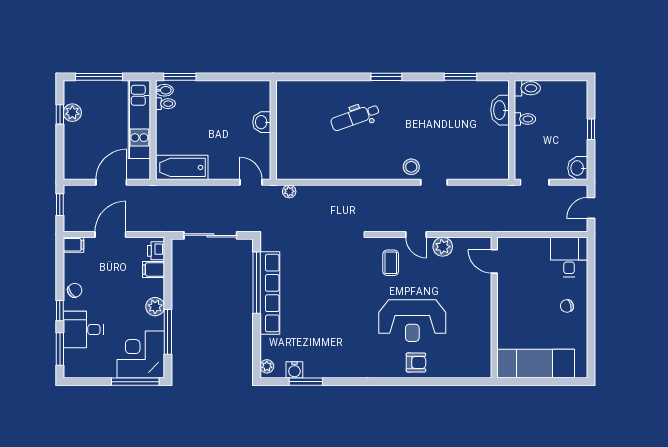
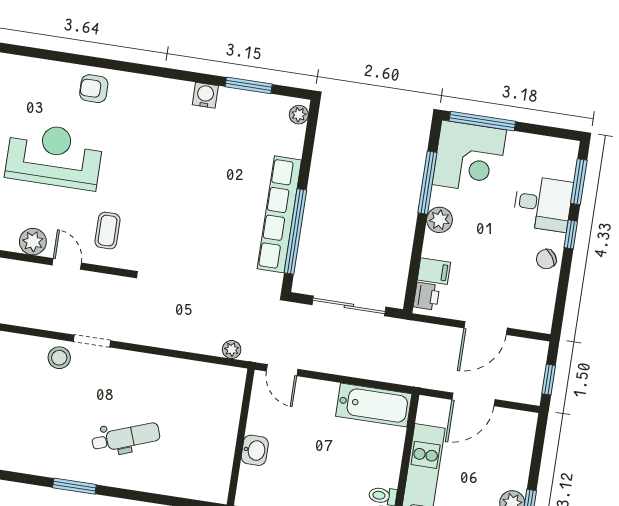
doorway: (434, 182) -> (92, 341), moved
filing cabinet: (74, 245) -> (538, 322), removed
reception desk: (412, 321) -> (54, 156), moved
water cooler: (294, 370) -> (205, 95), moved

